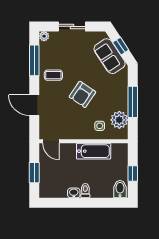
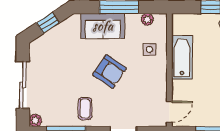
sliding door: (72, 26) -> (23, 85), width x1.37
sofa: (110, 56) -> (103, 26), moved, turned 33
plant: (119, 120) -> (147, 19), width x0.53, depth x0.53

